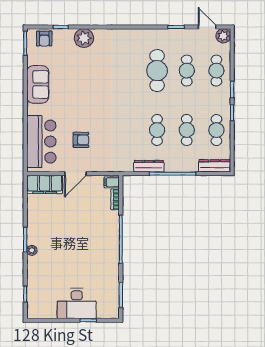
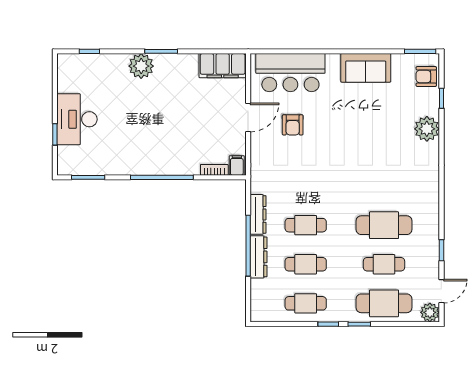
cafe table: (216, 71) -> (384, 303), width x1.37, depth x1.35
dresser: (215, 166) -> (259, 257), moved
door: (75, 174) -> (248, 117), swing flipped
filing cabinet: (45, 184) -> (223, 66), moved, turned -90
plant: (32, 250) -> (141, 66), width x1.88, depth x1.88

